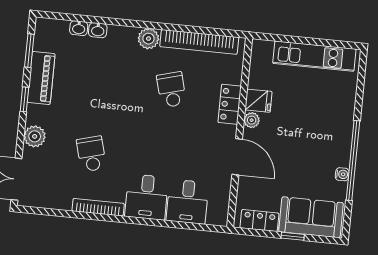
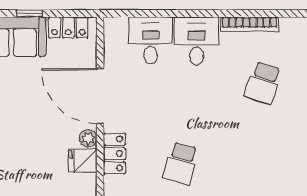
school desk: (171, 90) -> (181, 163), turned 30
school desk: (91, 154) -> (263, 83), turned 33
door: (237, 157) -> (100, 96), width x1.36

